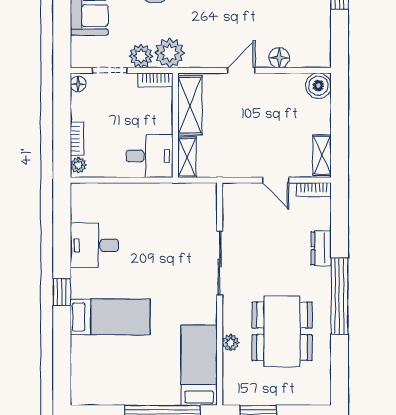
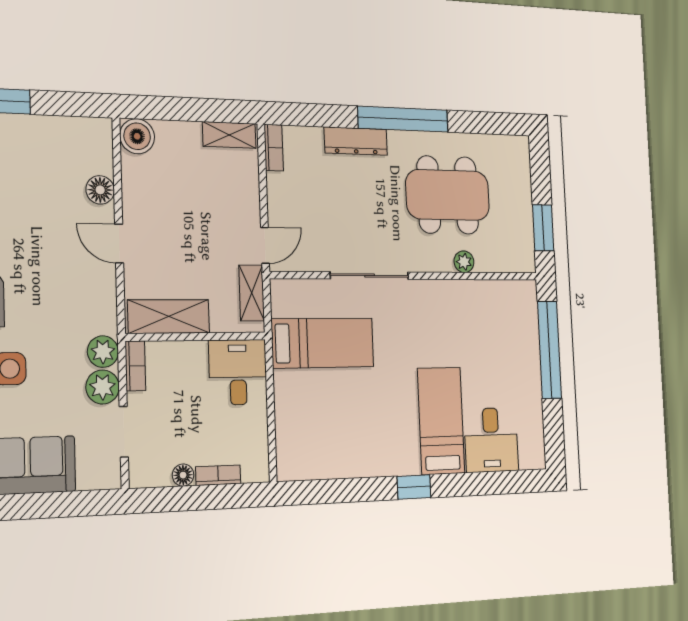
plant: (170, 53) -> (103, 352), width x0.73, depth x0.73
floor lamp: (78, 84) -> (183, 475), moved
shelving: (187, 157) -> (252, 293), moved, turned 90
plant: (78, 165) -> (253, 472), removed
door: (276, 180) -> (265, 245), moved
desk: (94, 245) -> (491, 440), moved
dresser: (321, 248) -> (356, 141), width x1.44
bed: (199, 365) -> (323, 343), moved, turned 180

